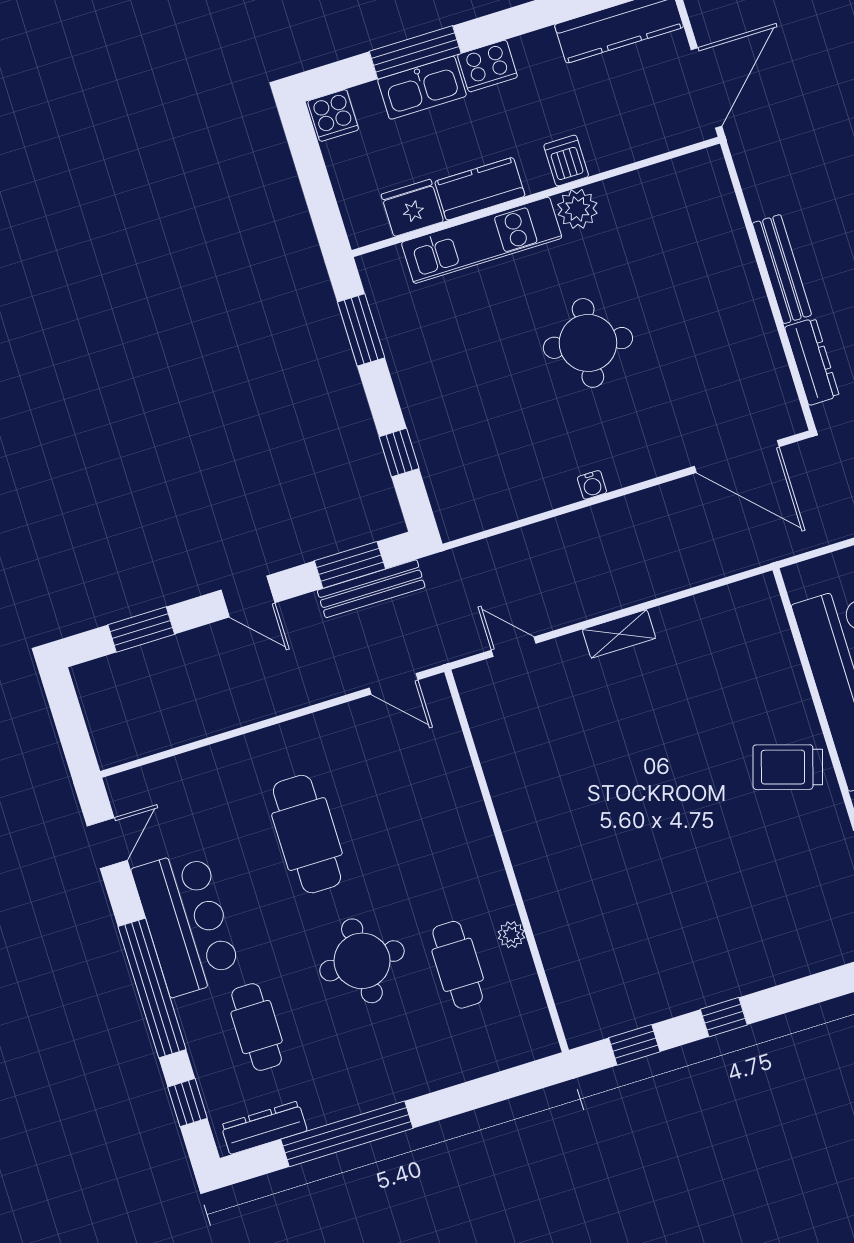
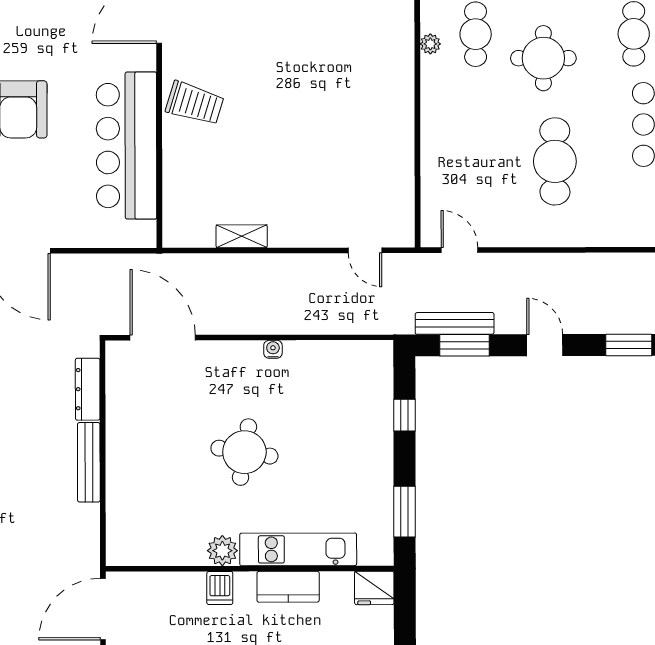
fridge: (412, 208) -> (374, 588), moved
shelving: (619, 634) -> (242, 236), moved

